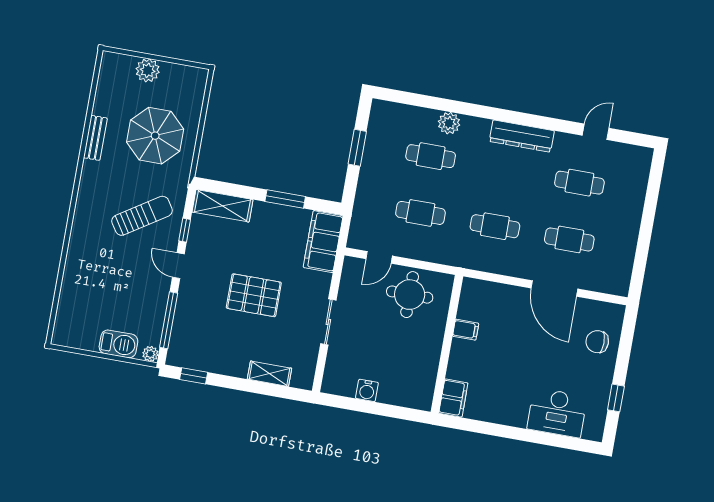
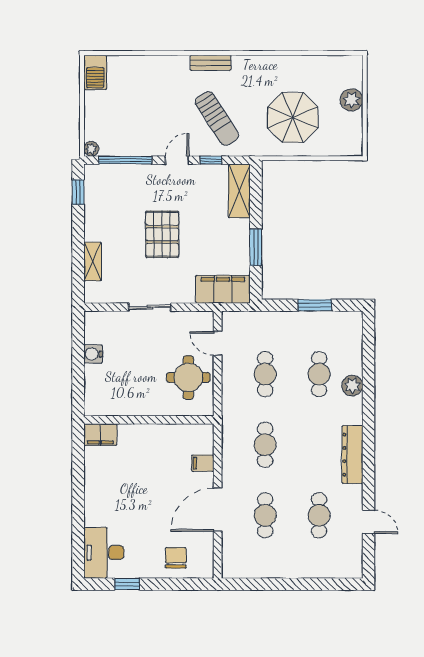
bench: (95, 138) -> (211, 63), moved
filing cabinet: (466, 330) -> (203, 463), moved, turned 90
barbecue: (118, 344) -> (95, 72), moved
desk: (557, 413) -> (104, 553), moved

